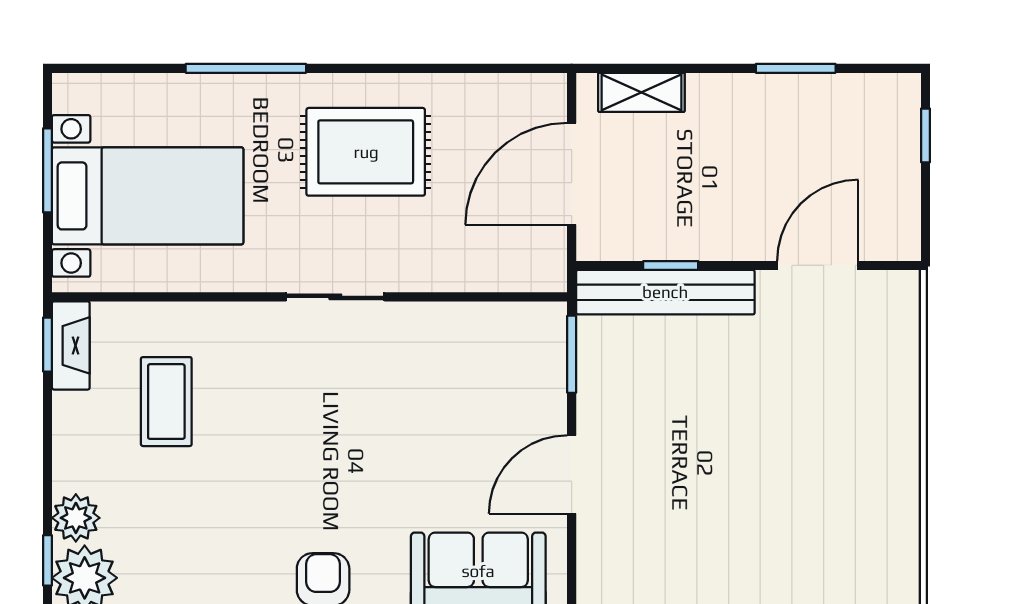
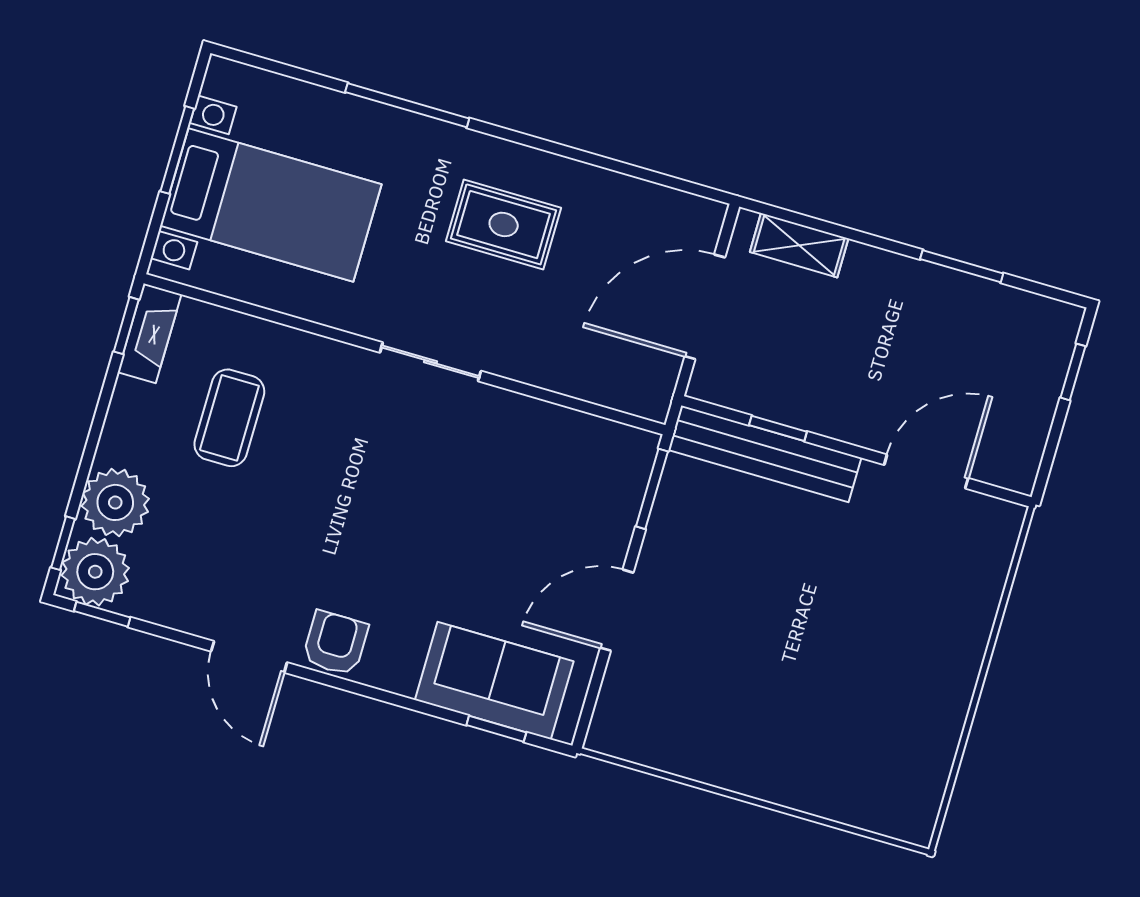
rug: (366, 152) -> (504, 224), width x0.73, depth x0.70
plant: (76, 518) -> (115, 502), width x1.36, depth x1.36

